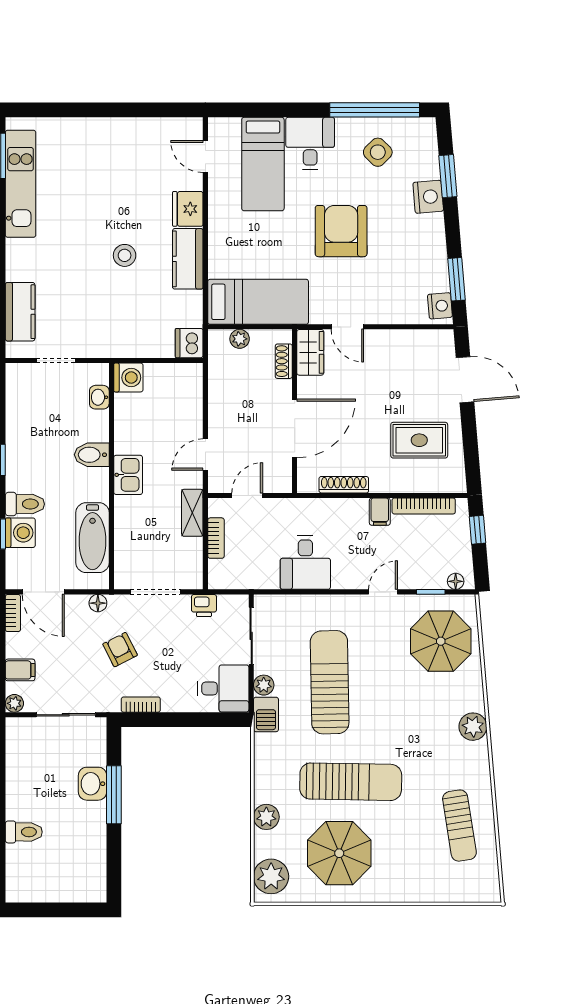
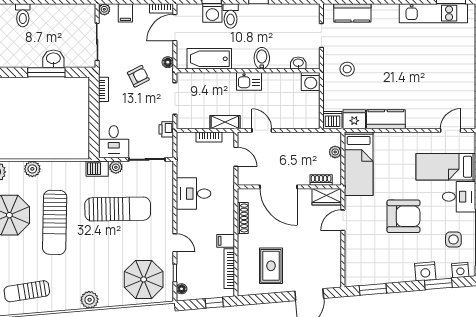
side table: (378, 152) -> (453, 240), turned 45
fridge: (188, 209) -> (354, 119), moved
stool: (125, 255) -> (347, 69), moved
nightstand: (440, 306) -> (460, 270), moved

